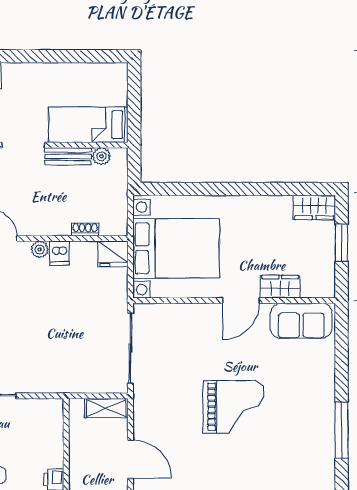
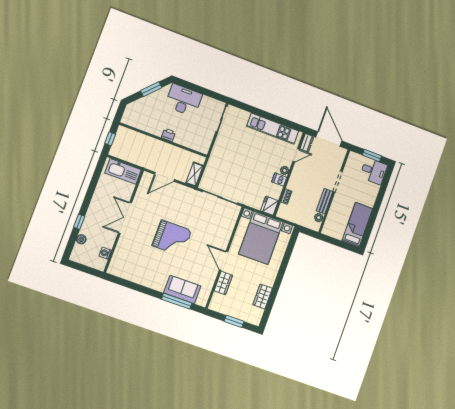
bed: (88, 125) -> (357, 225), moved
wardrobe: (314, 207) -> (263, 296), moved
sofa: (301, 321) -> (182, 289), moved, turned 90
grand piano: (233, 407) -> (172, 238), turned -90
window: (342, 430) -> (177, 301), moved

